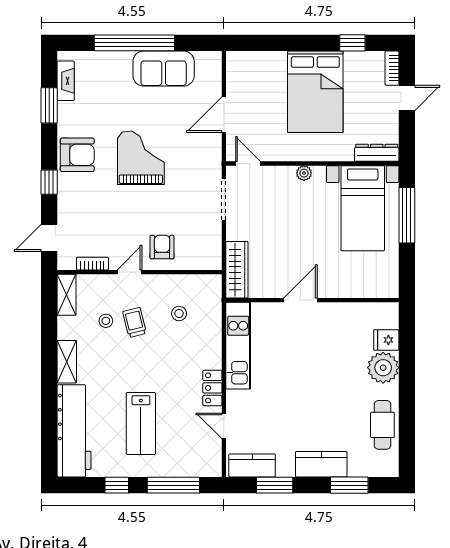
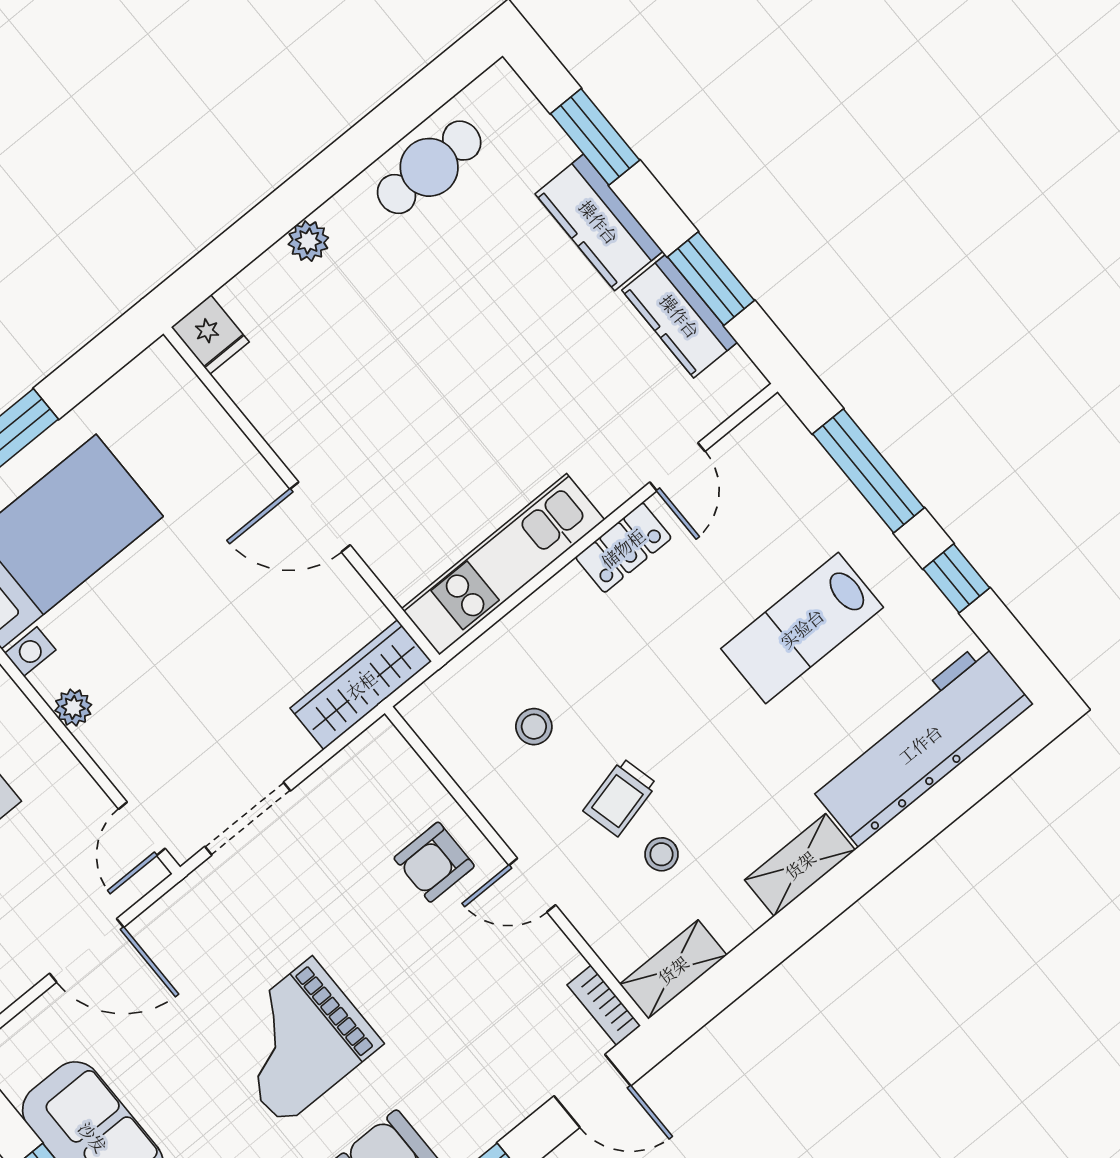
bookcase: (92, 264) -> (604, 1005), moved
fridge: (386, 340) -> (210, 334), moved
plant: (383, 368) -> (308, 241), width x0.53, depth x0.53
lab bench: (141, 424) -> (802, 628), turned 180
kitchen counter: (252, 465) -> (680, 316), moved

